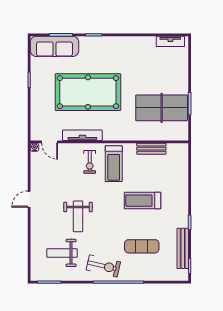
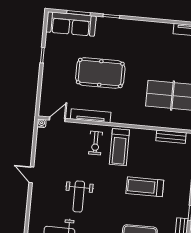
pool table: (88, 92) -> (100, 73), width x0.73, depth x0.76
door: (50, 142) -> (57, 119), swing flipped
bench: (151, 149) -> (171, 137), moved
door: (29, 199) -> (31, 175), hinge flipped

